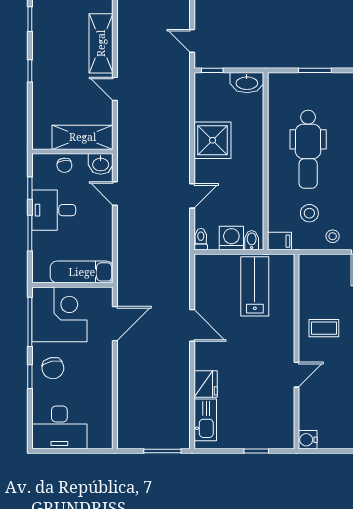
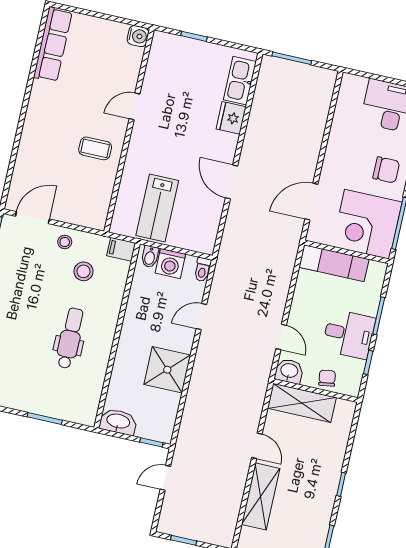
door: (192, 41) -> (165, 478), swing flipped
dental chair: (308, 149) -> (70, 338), width x0.73, depth x0.72
chair: (53, 368) -> (386, 170), turned 102

